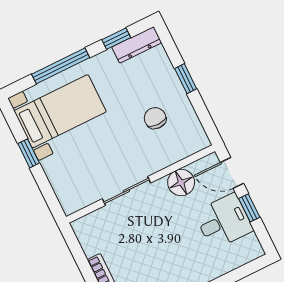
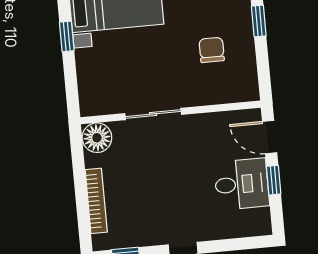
floor lamp: (181, 183) -> (97, 138), moved

